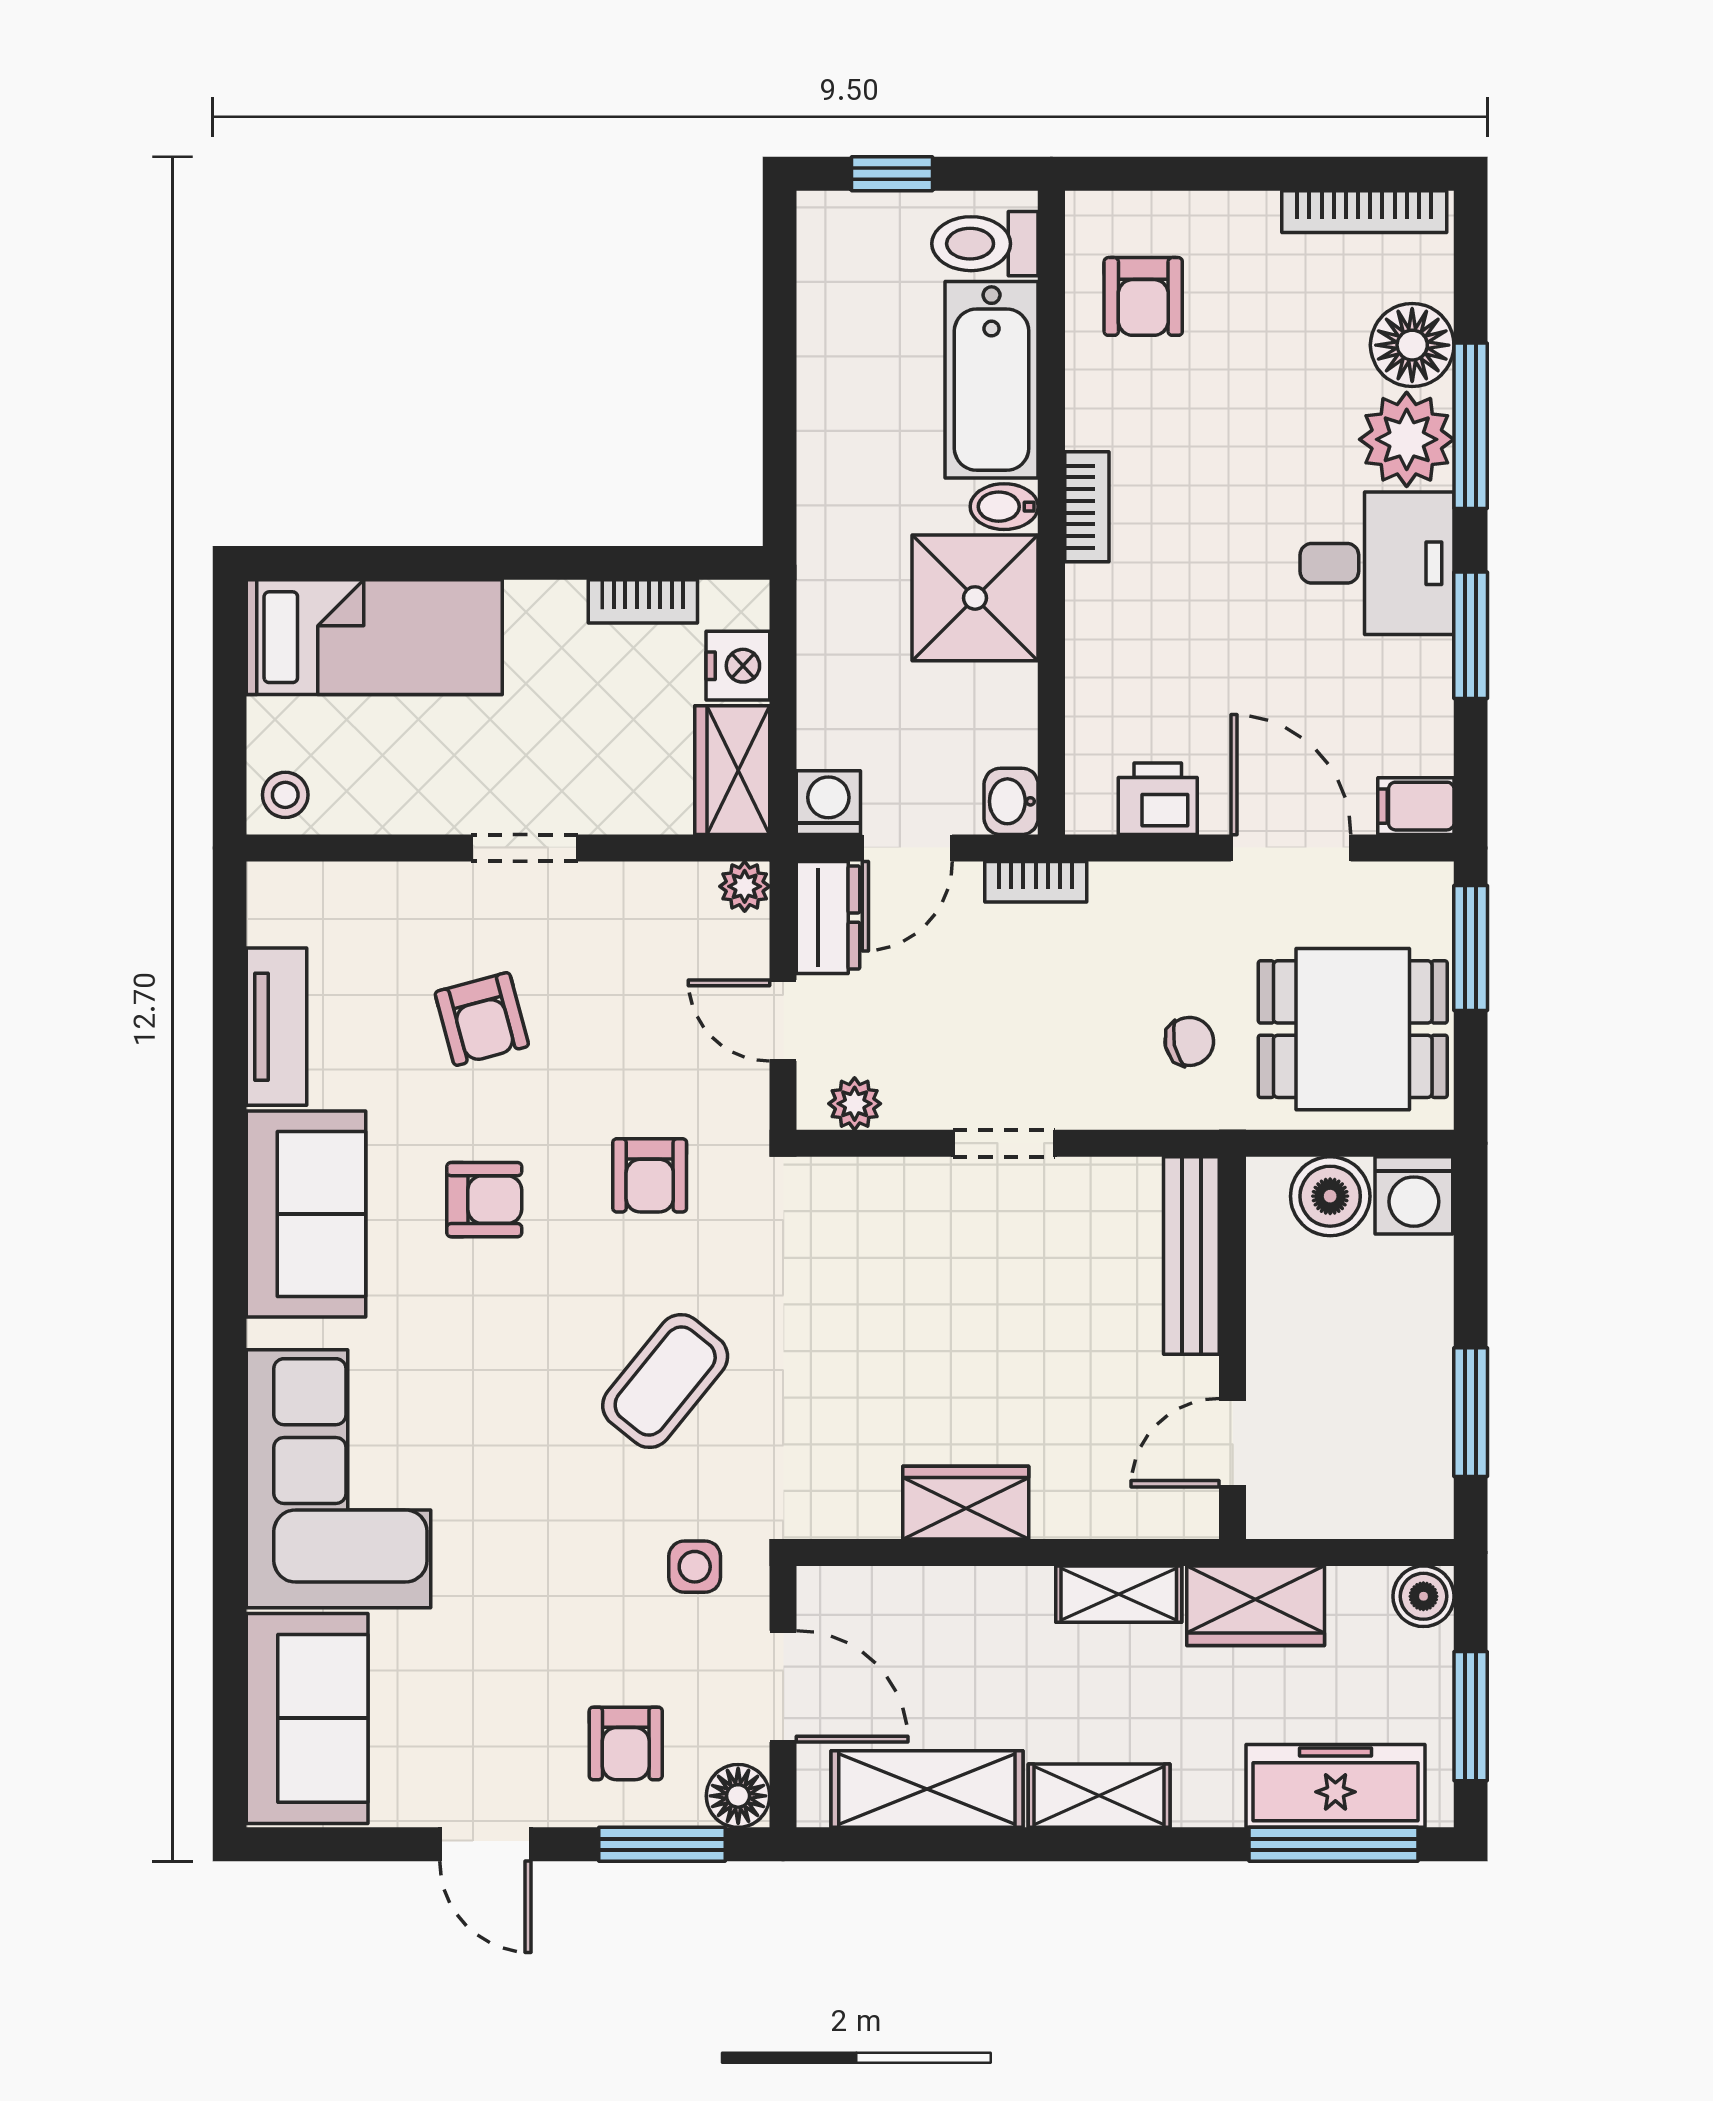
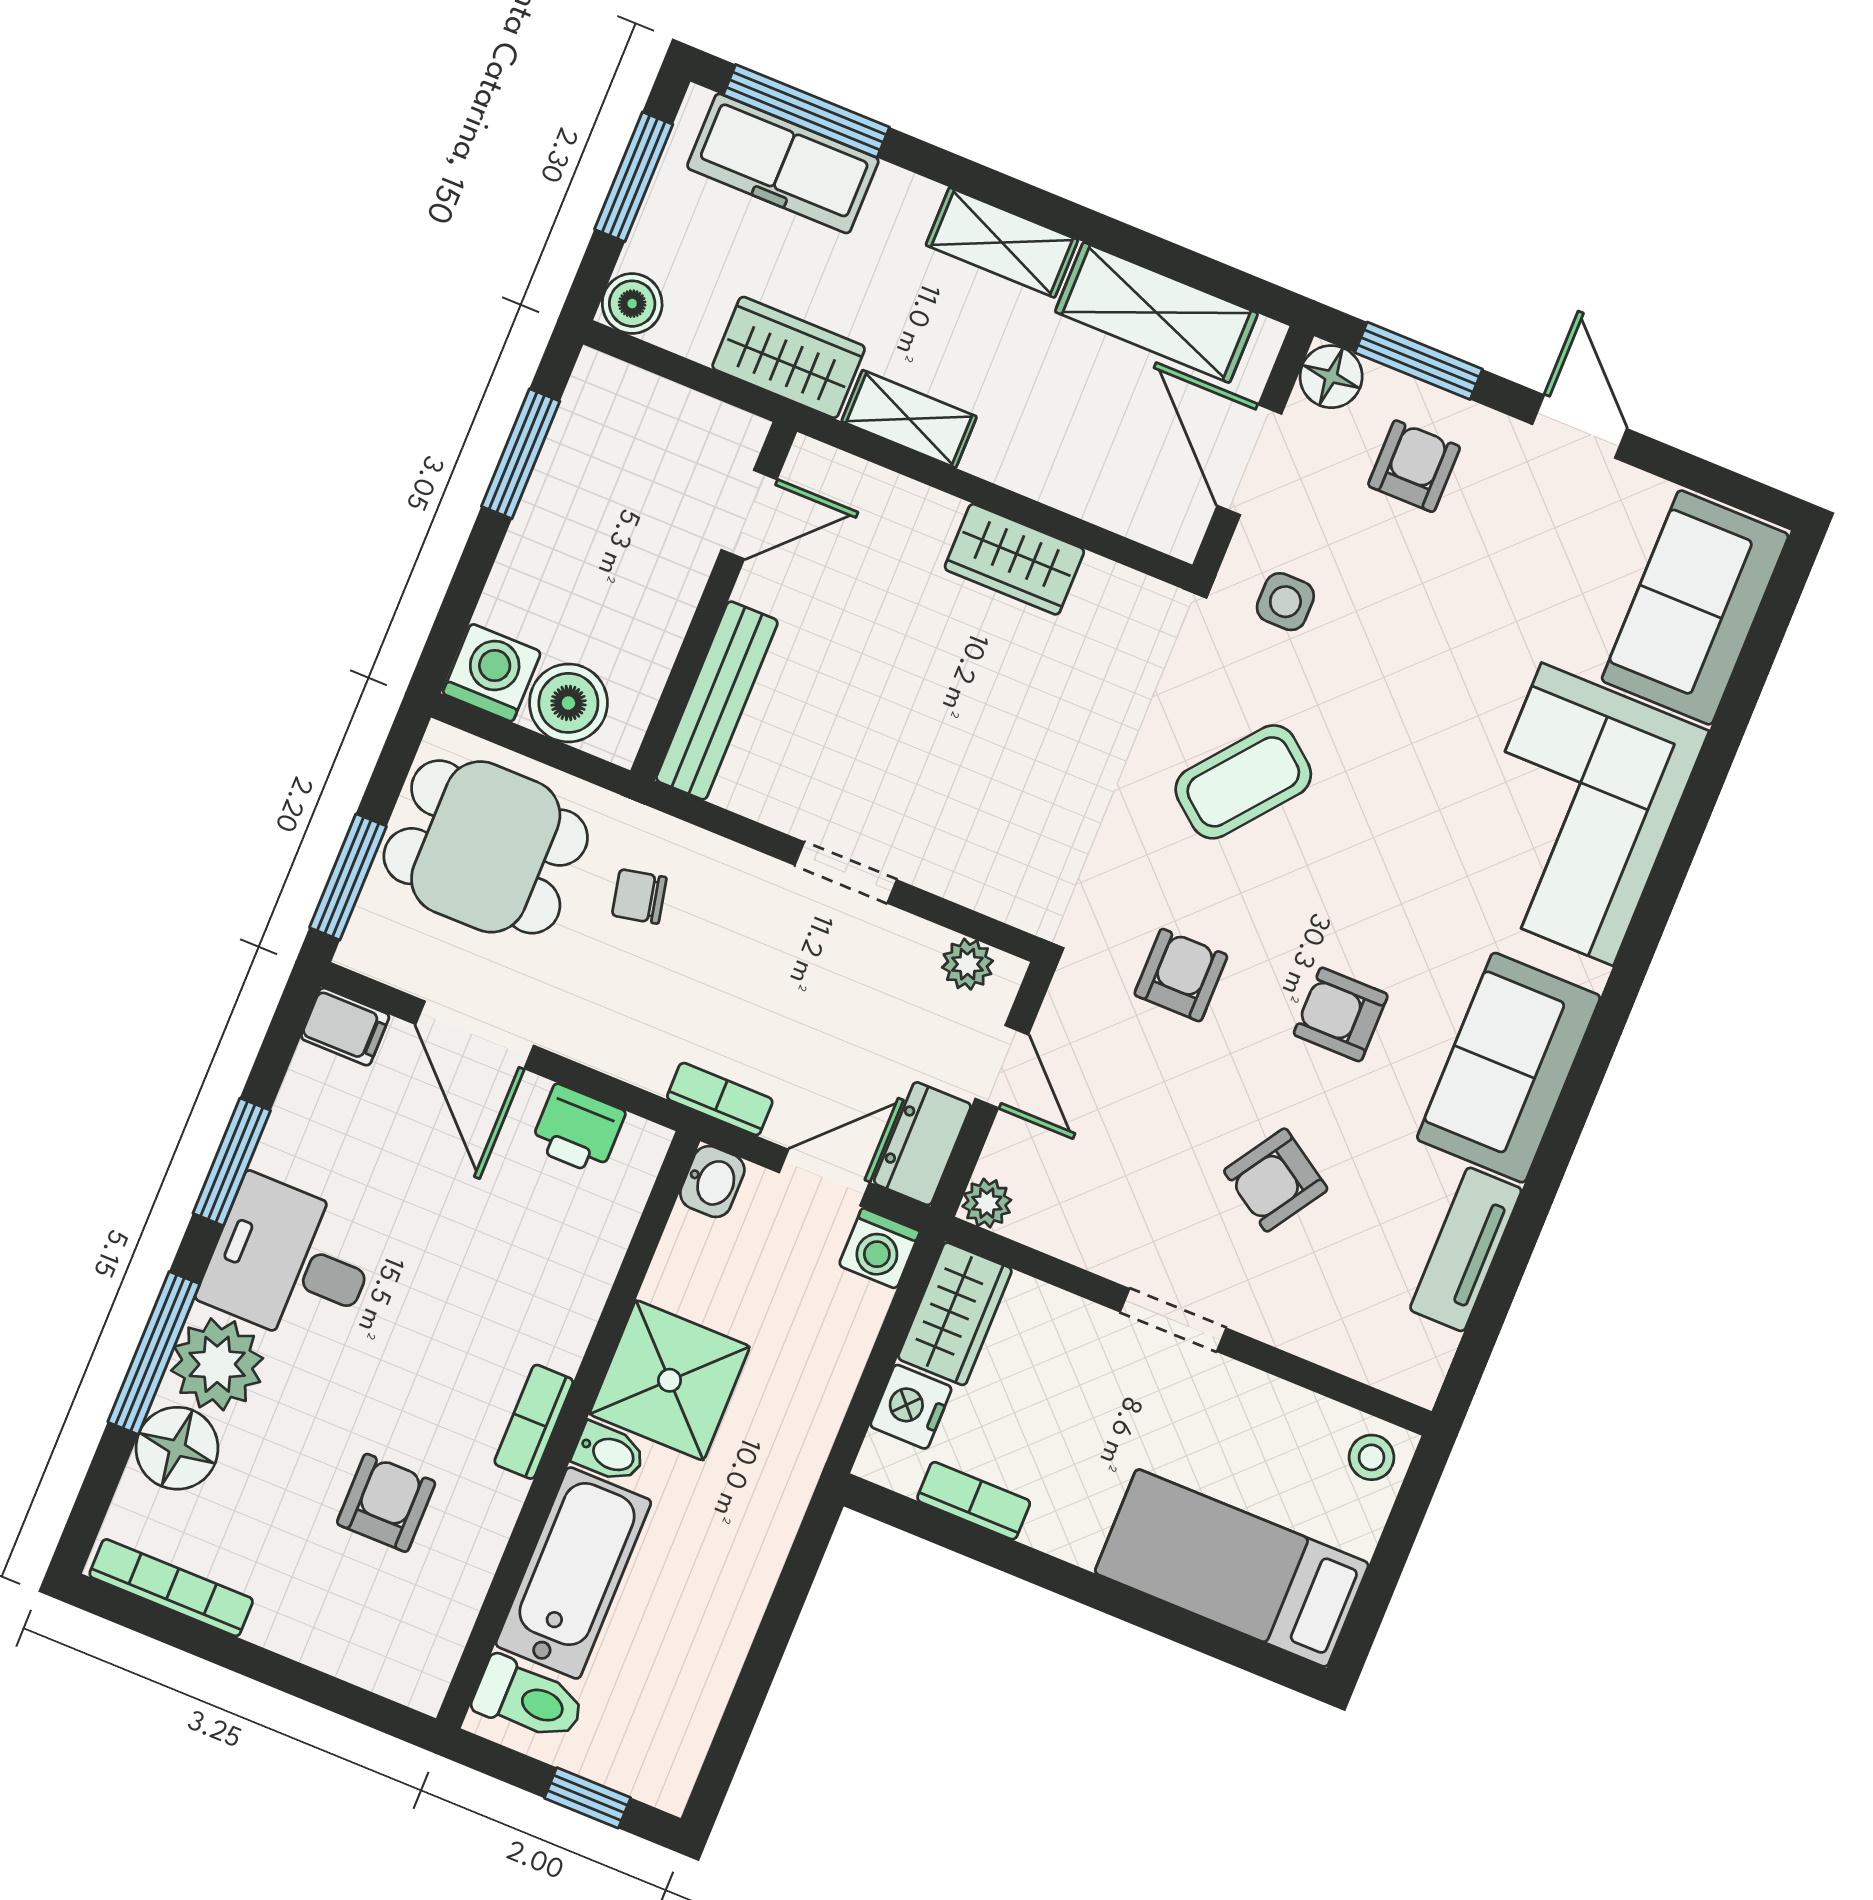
armchair: (1143, 296) -> (386, 1503), moved
armchair: (482, 1019) -> (1276, 1180), turned -132

